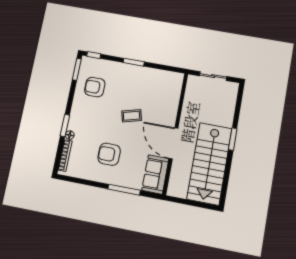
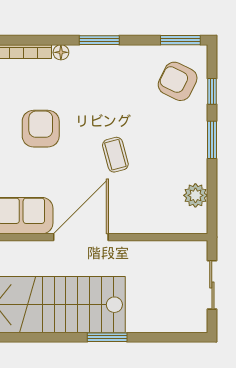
window: (94, 55) -> (212, 91), moved
plant: (162, 76) -> (195, 195), added
armchair: (95, 87) -> (178, 81), moved, turned -64
window: (65, 126) -> (99, 40), moved

